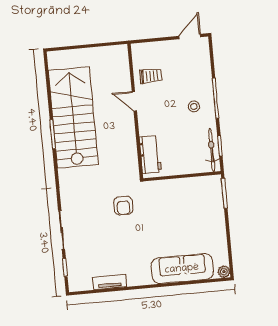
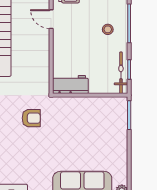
workbench: (150, 155) -> (70, 84), moved, turned -90
armchair: (123, 206) -> (31, 118), turned -90

